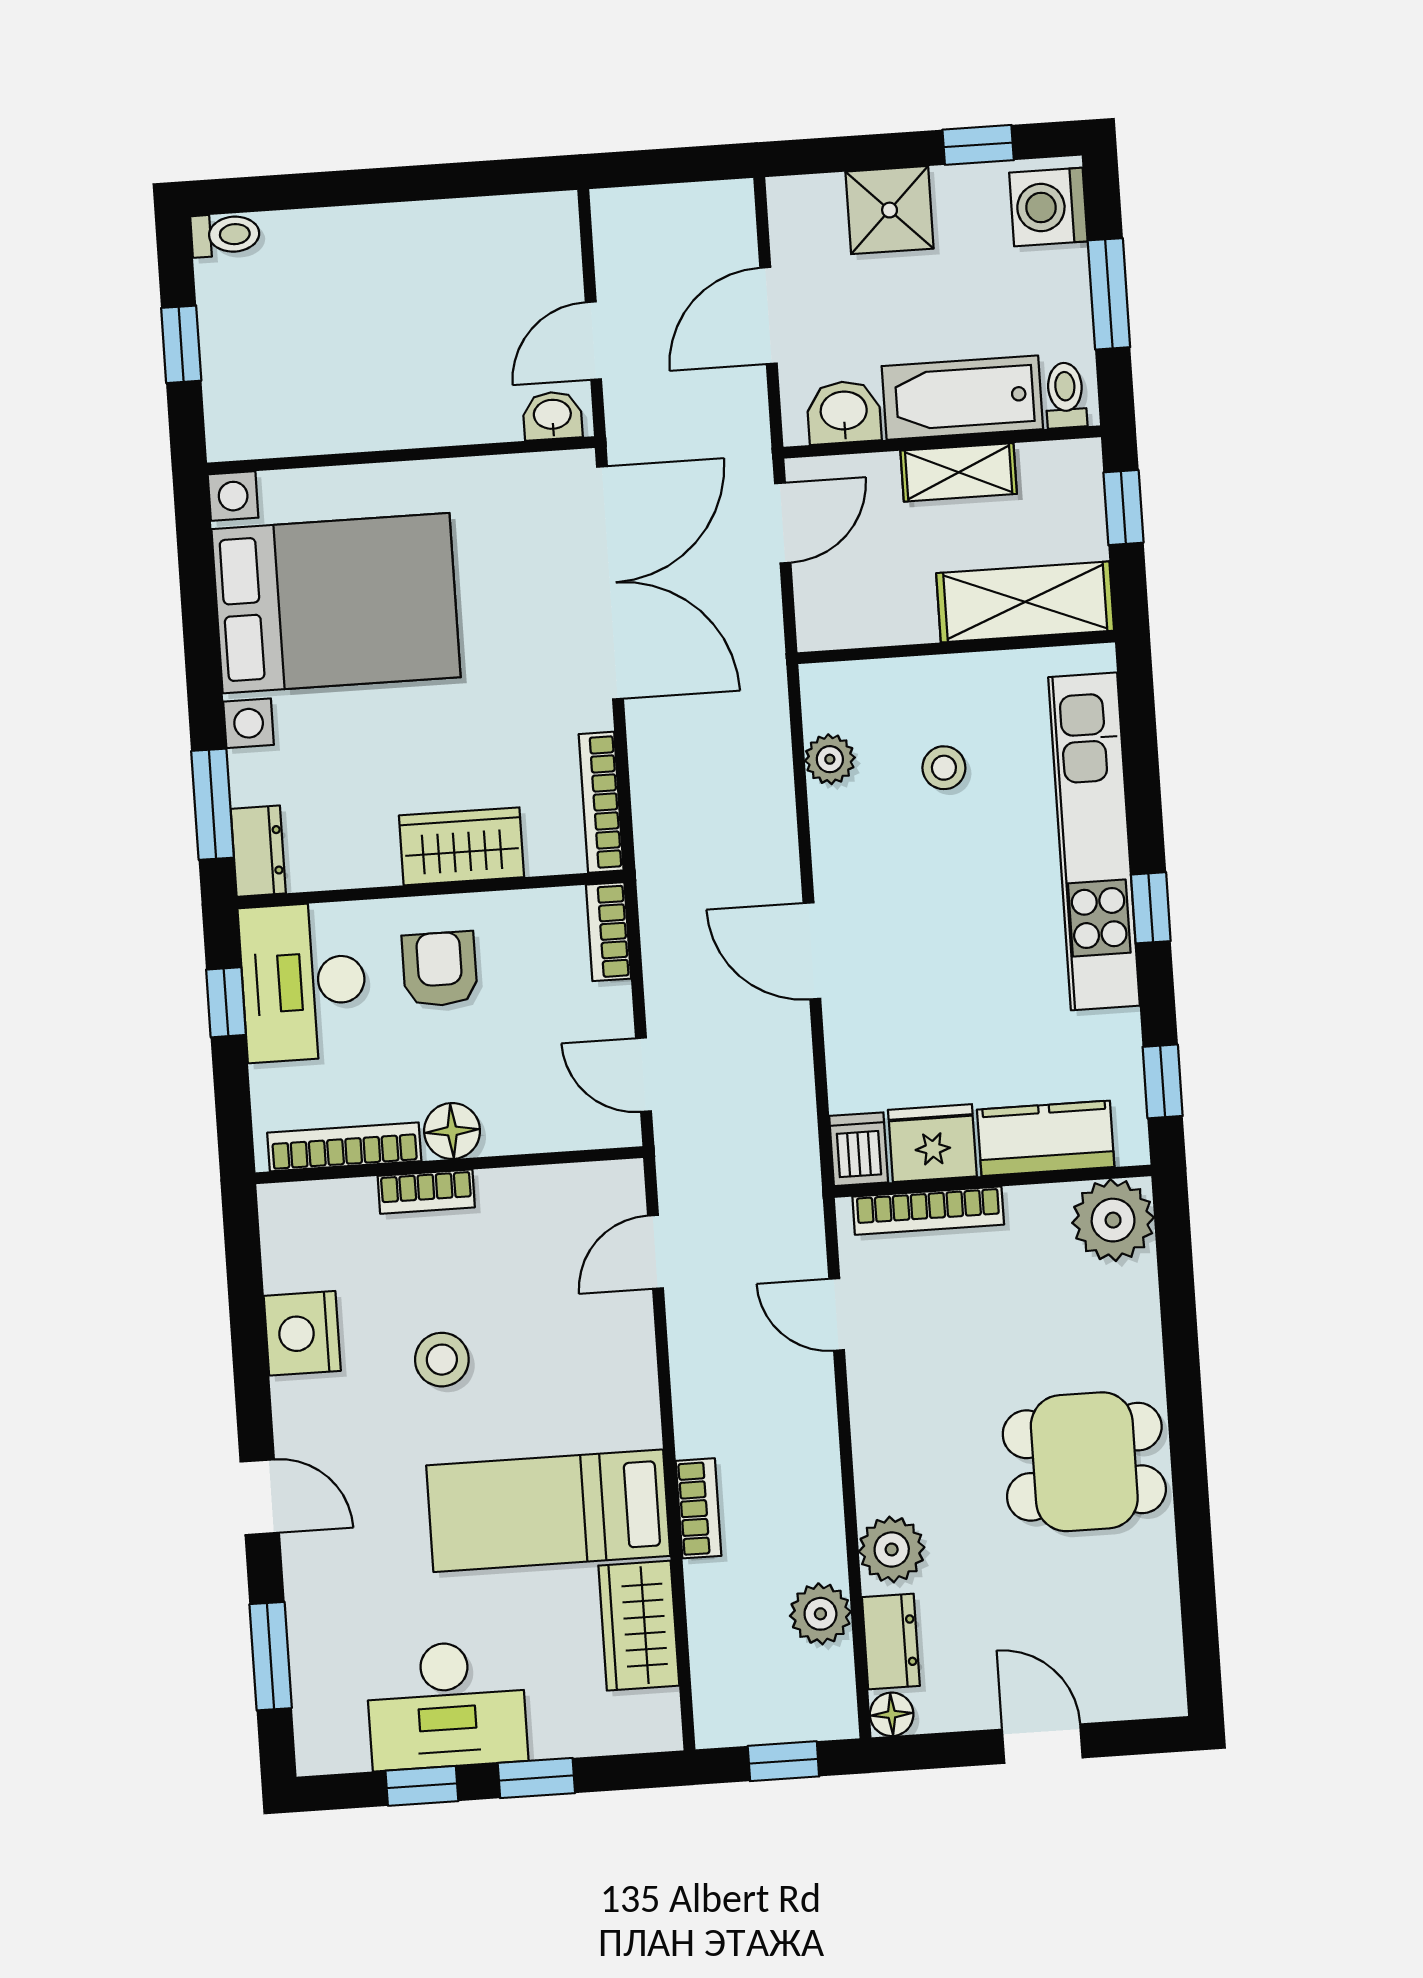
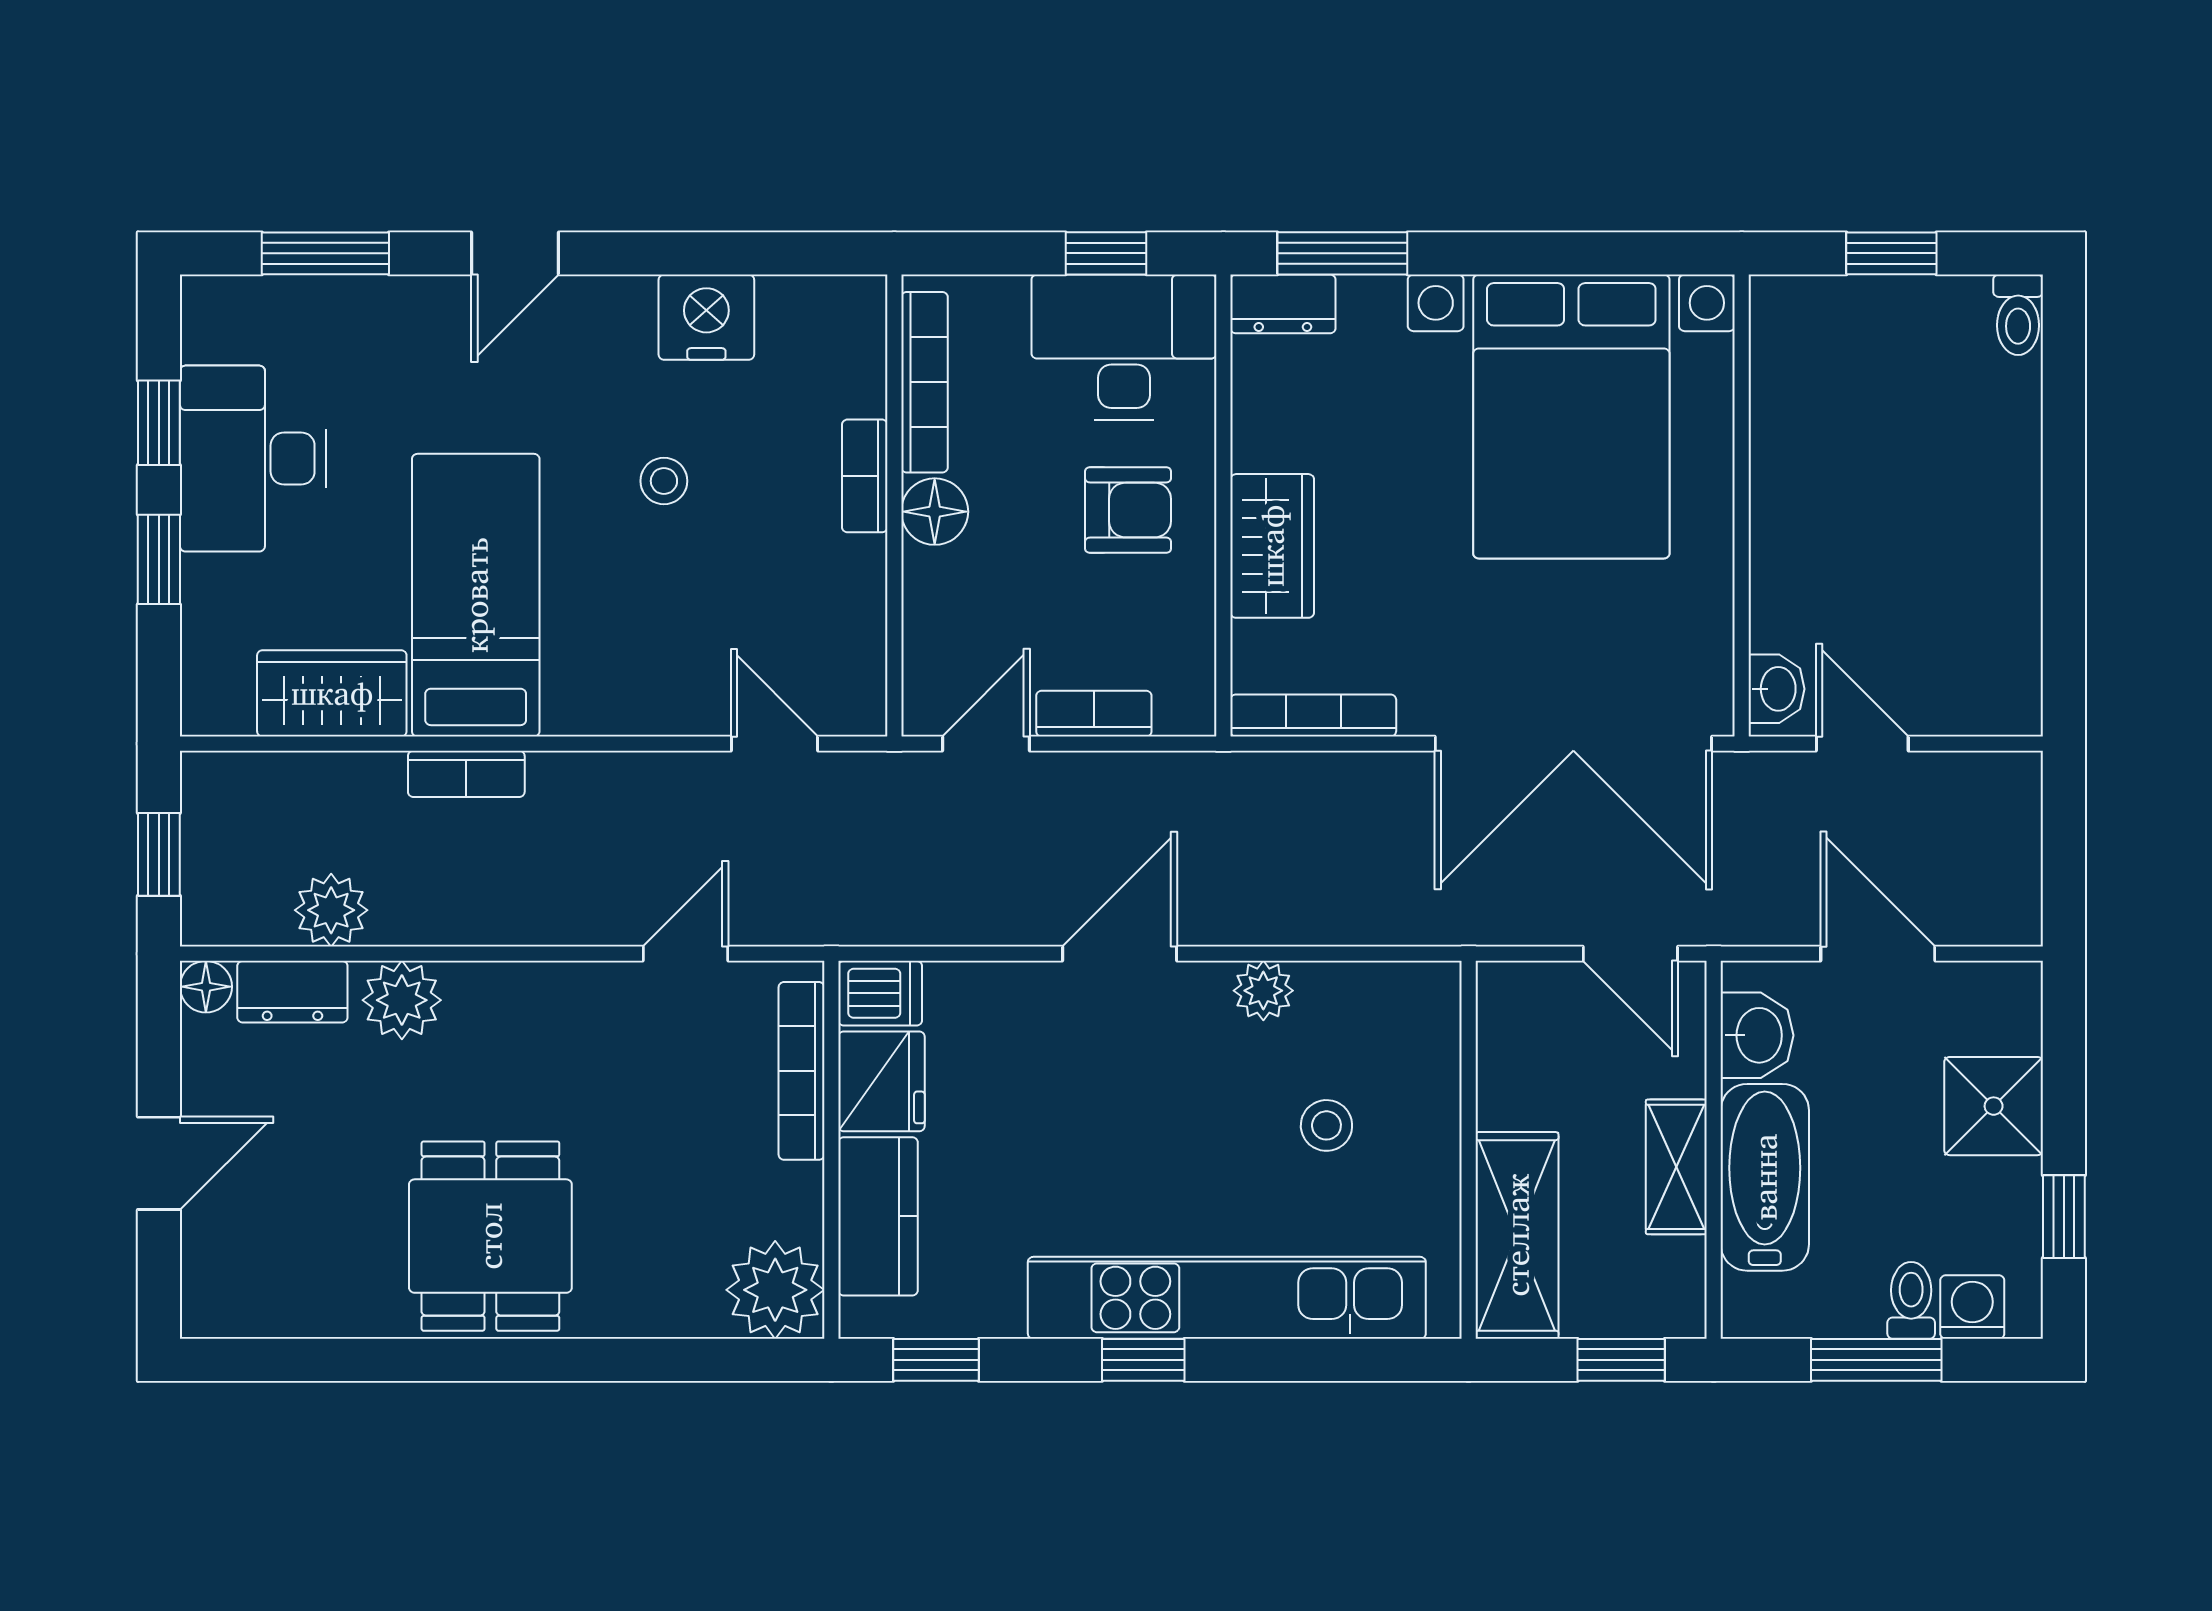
washing machine: (1048, 207) -> (1972, 1307), width x0.73, depth x0.73
toilet: (1065, 395) -> (1911, 1300), moved, turned -90
plant: (830, 759) -> (1263, 991), moved
bookcase: (608, 932) -> (1094, 714), moved
stool: (442, 1360) -> (664, 481), width x0.73, depth x0.73

